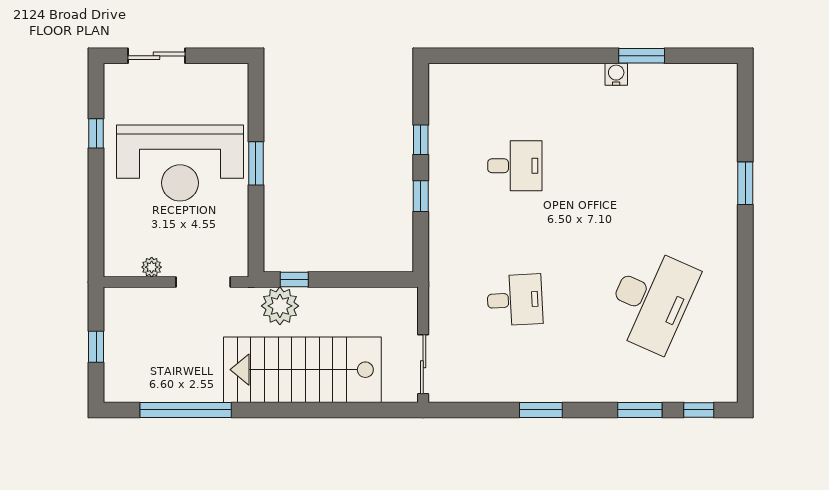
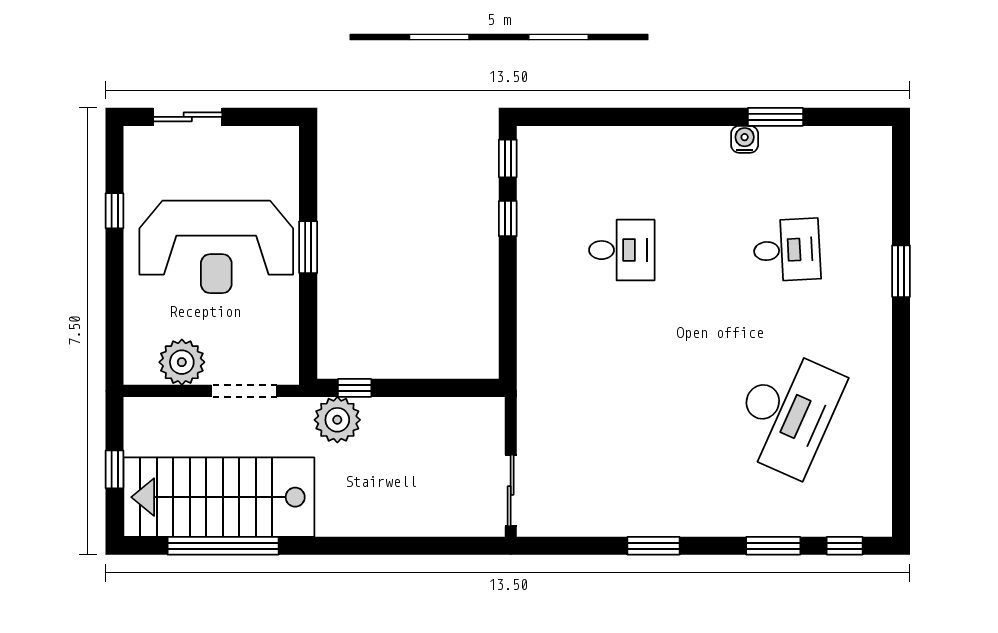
window: (421, 196) -> (508, 158), moved
plant: (152, 267) -> (182, 362), width x1.87, depth x1.87
desk: (515, 300) -> (787, 250), moved
stairs: (302, 370) -> (219, 497), moved

